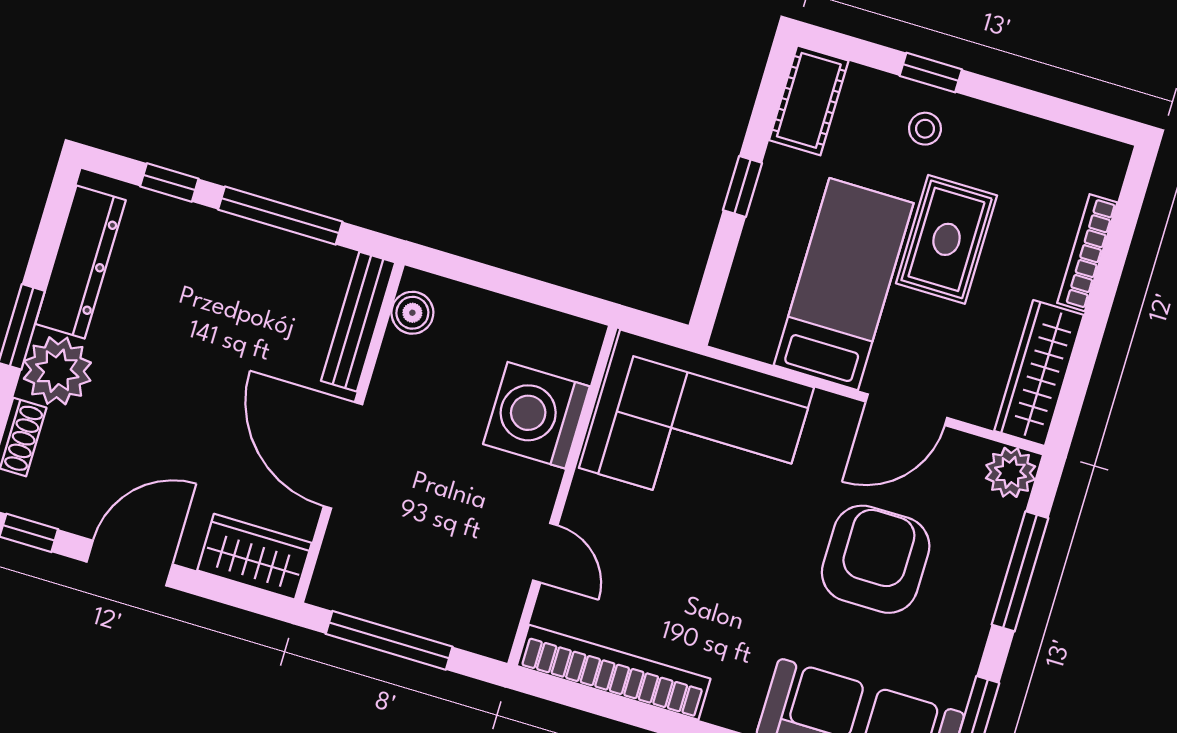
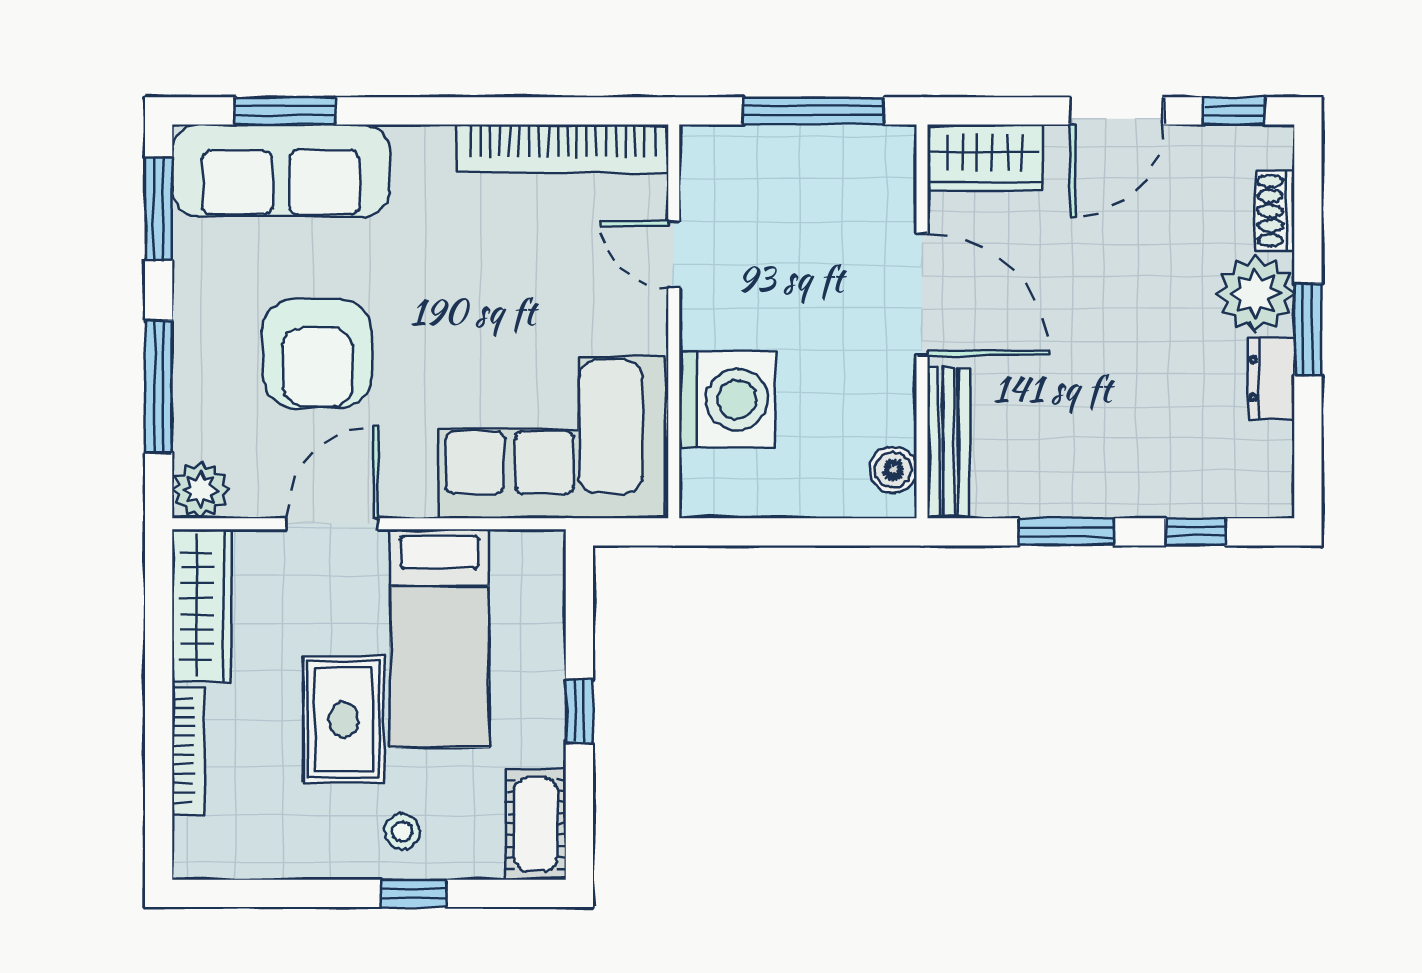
window: (280, 216) -> (1066, 532), width x0.69
dresser: (80, 262) -> (1271, 378), width x0.51, depth x0.80

